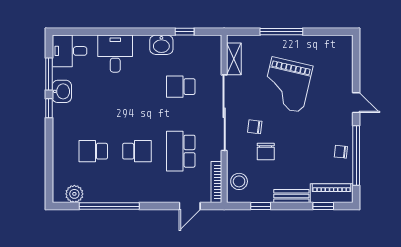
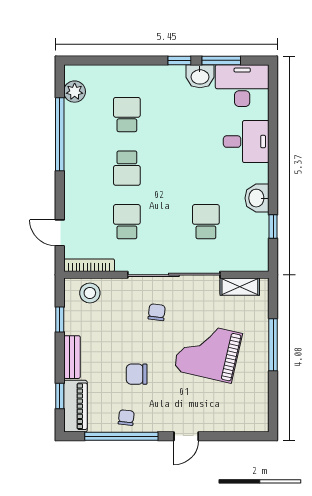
desk: (69, 51) -> (242, 86), width x1.37
school desk: (181, 151) -> (127, 222), width x0.54
chair: (266, 152) -> (137, 374), moved

